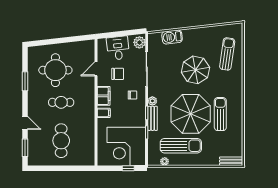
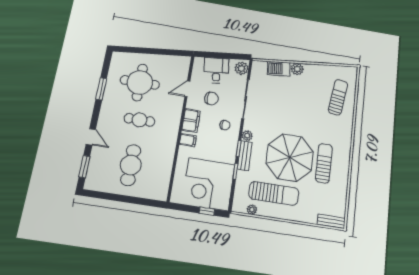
plant: (188, 34) -> (297, 69), added
parasol: (195, 70) -> (301, 109), removed

